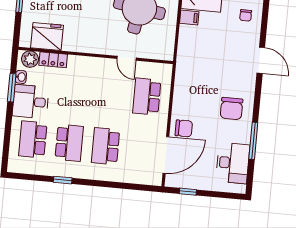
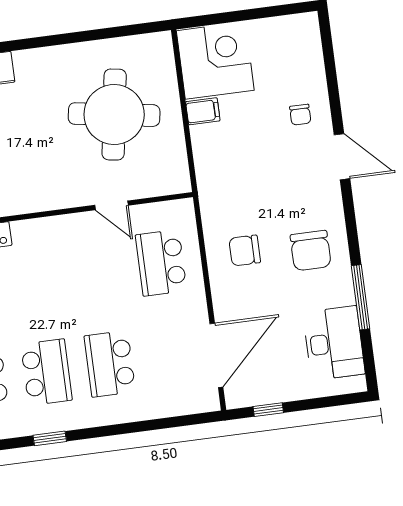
chair: (246, 15) -> (300, 115), moved
chair: (184, 128) -> (245, 250), moved, turned 180

